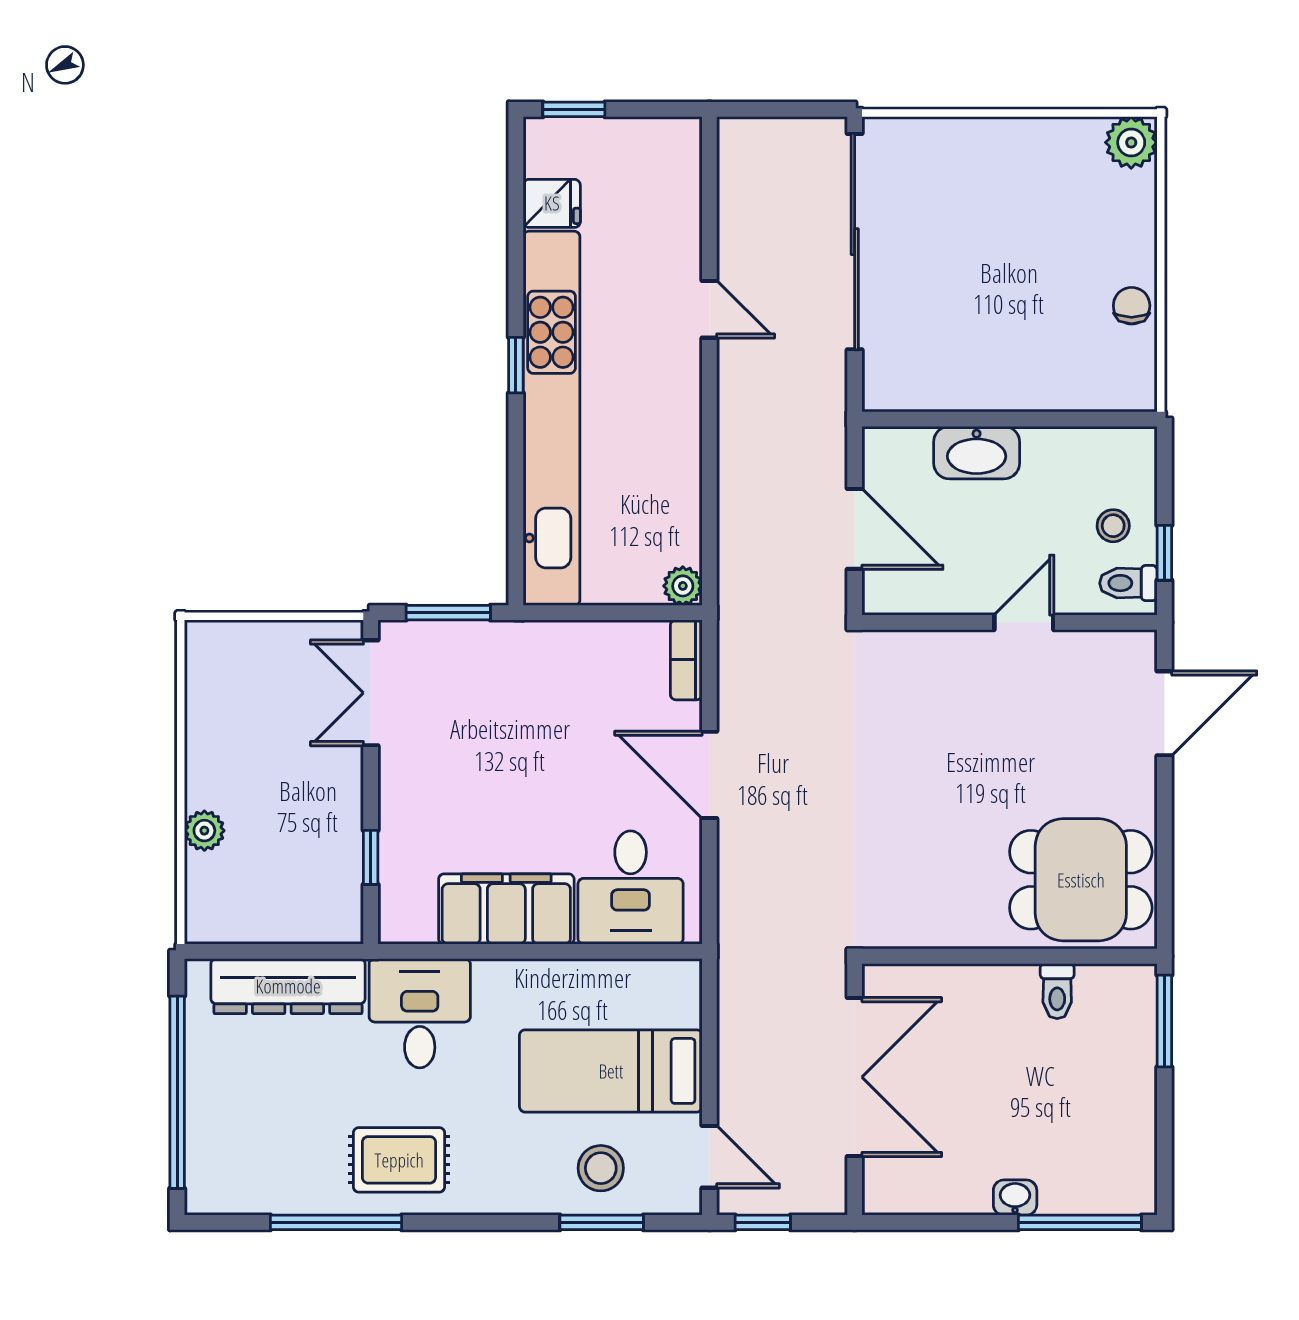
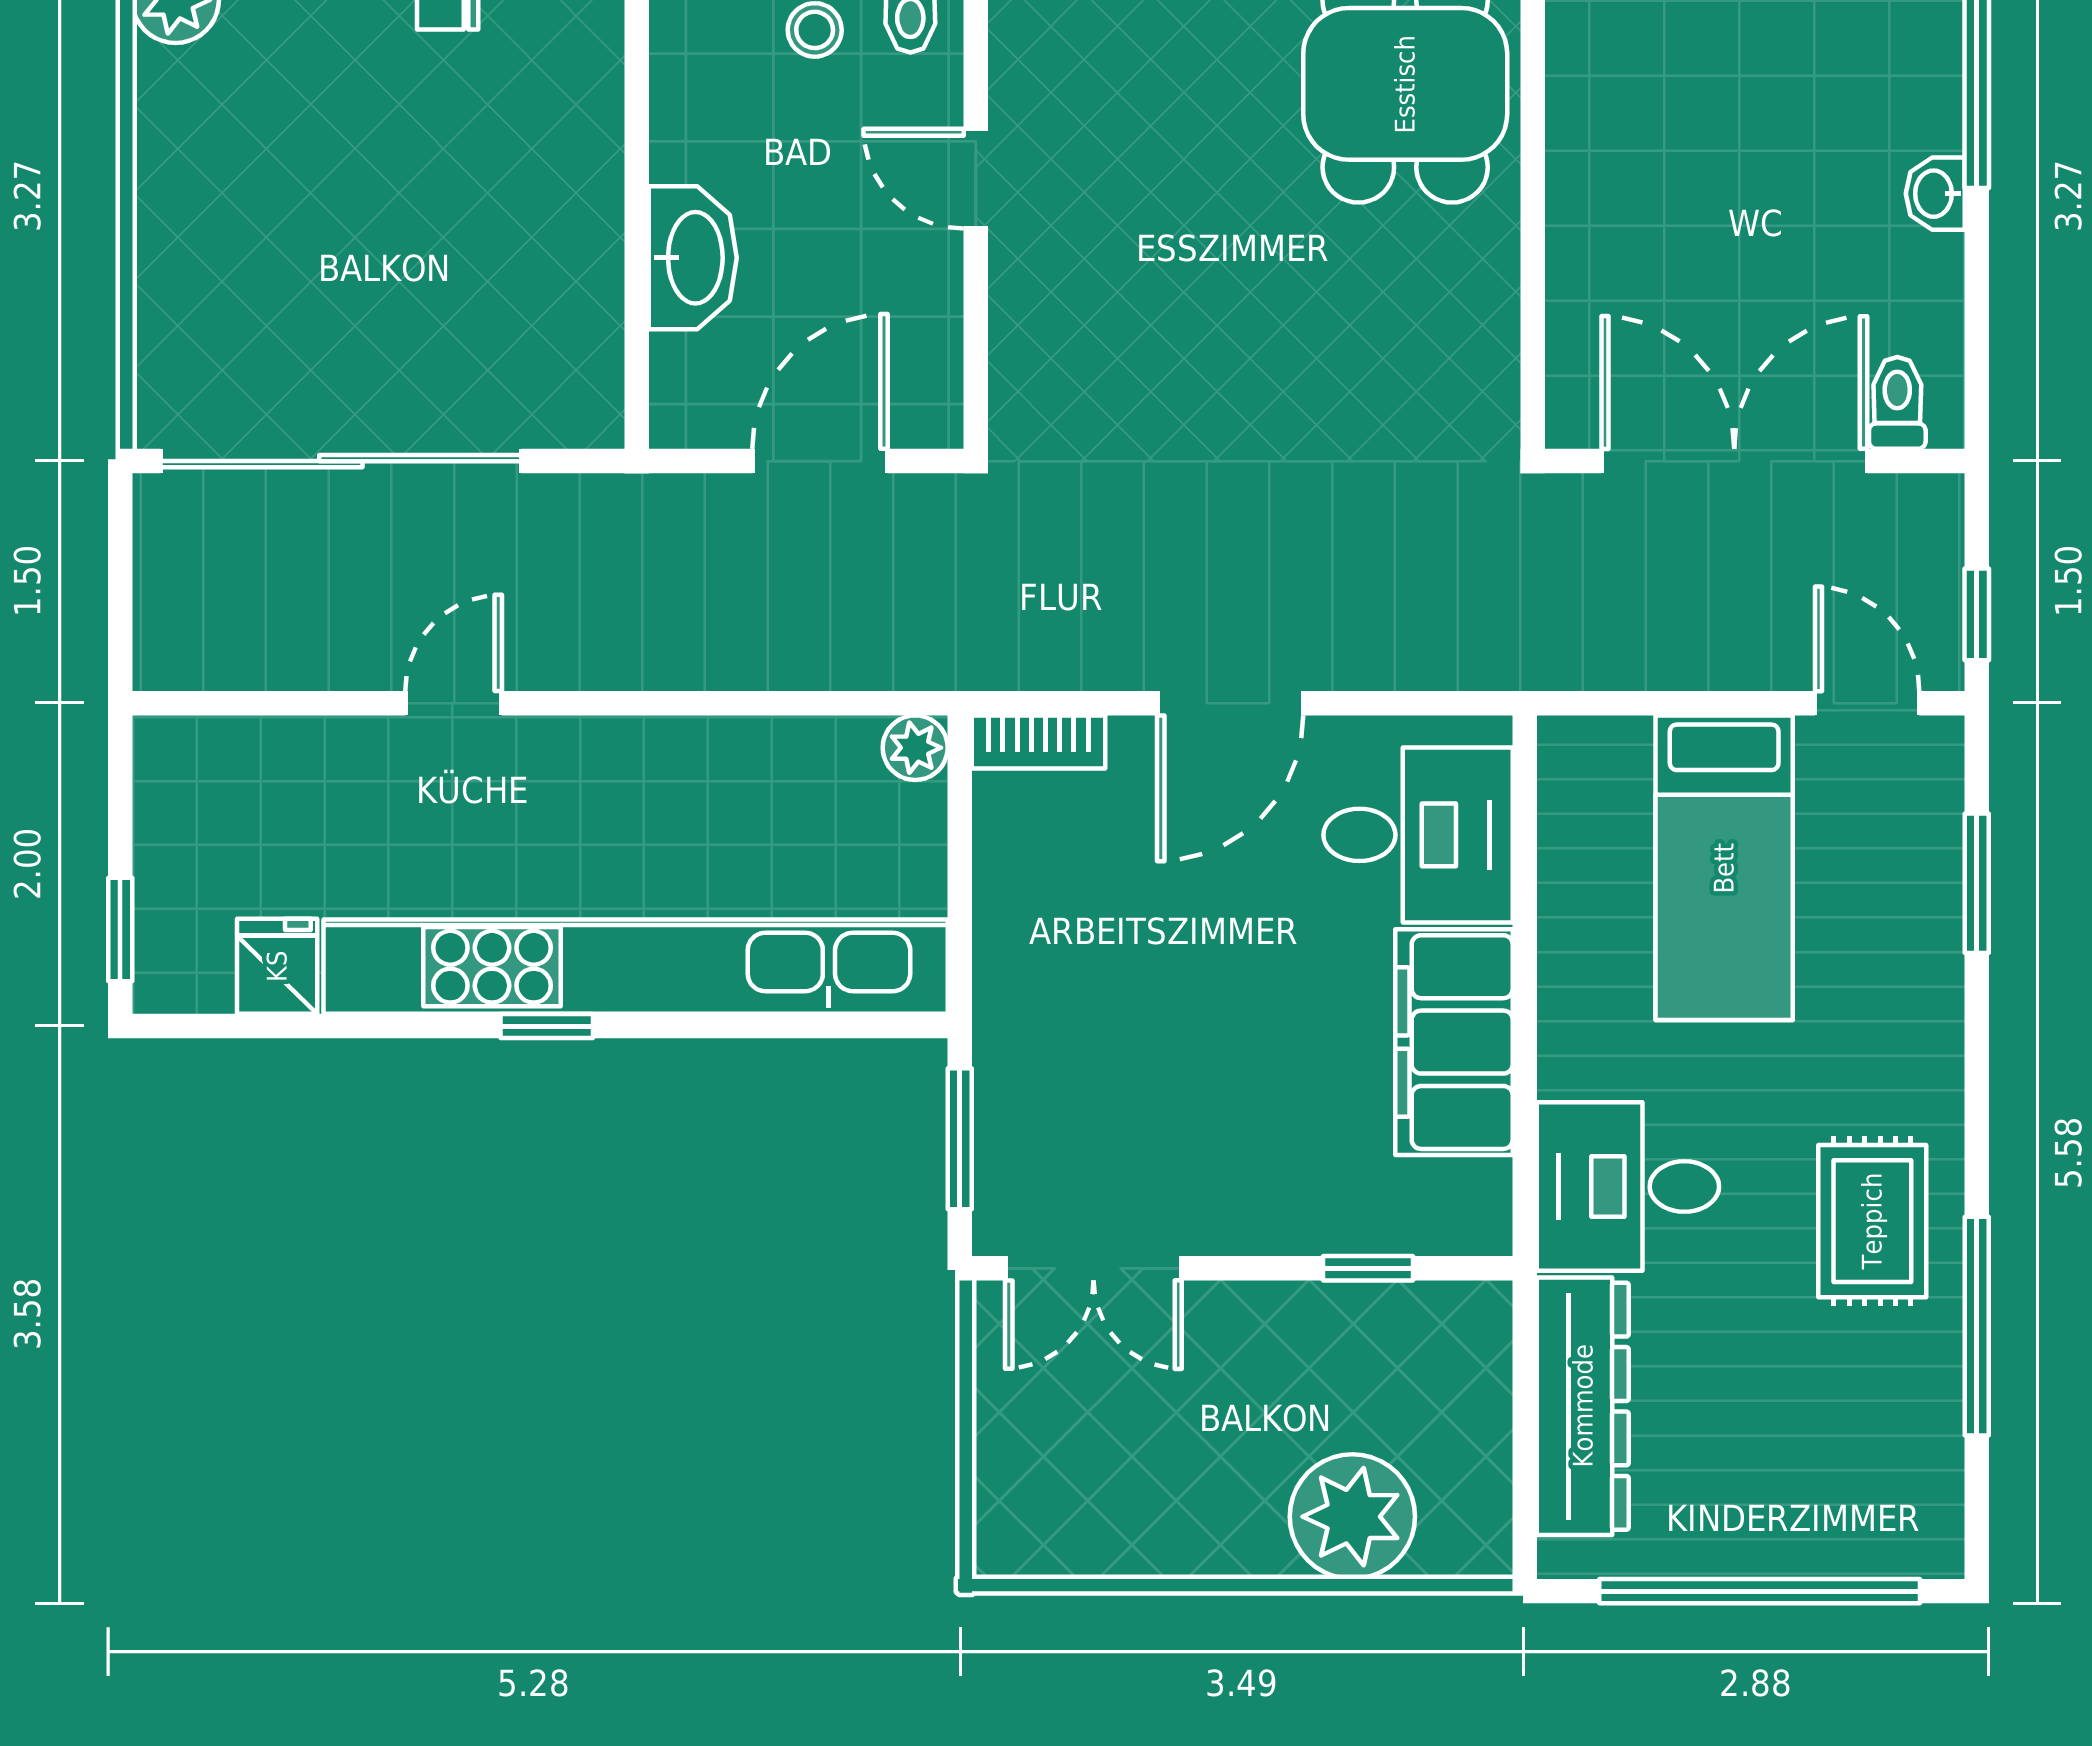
plant: (204, 831) -> (1352, 1517), width x1.88, depth x1.88
toilet: (1057, 991) -> (1897, 403), moved, turned -90
door: (709, 1157) -> (1867, 703), hinge flipped
stool: (601, 1168) -> (1886, 885), removed

